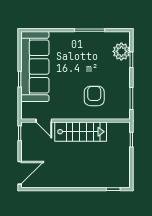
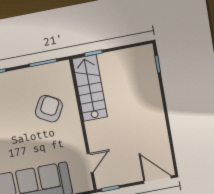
armchair: (94, 96) -> (49, 109), turned 119
stairs: (81, 132) -> (90, 88), moved

